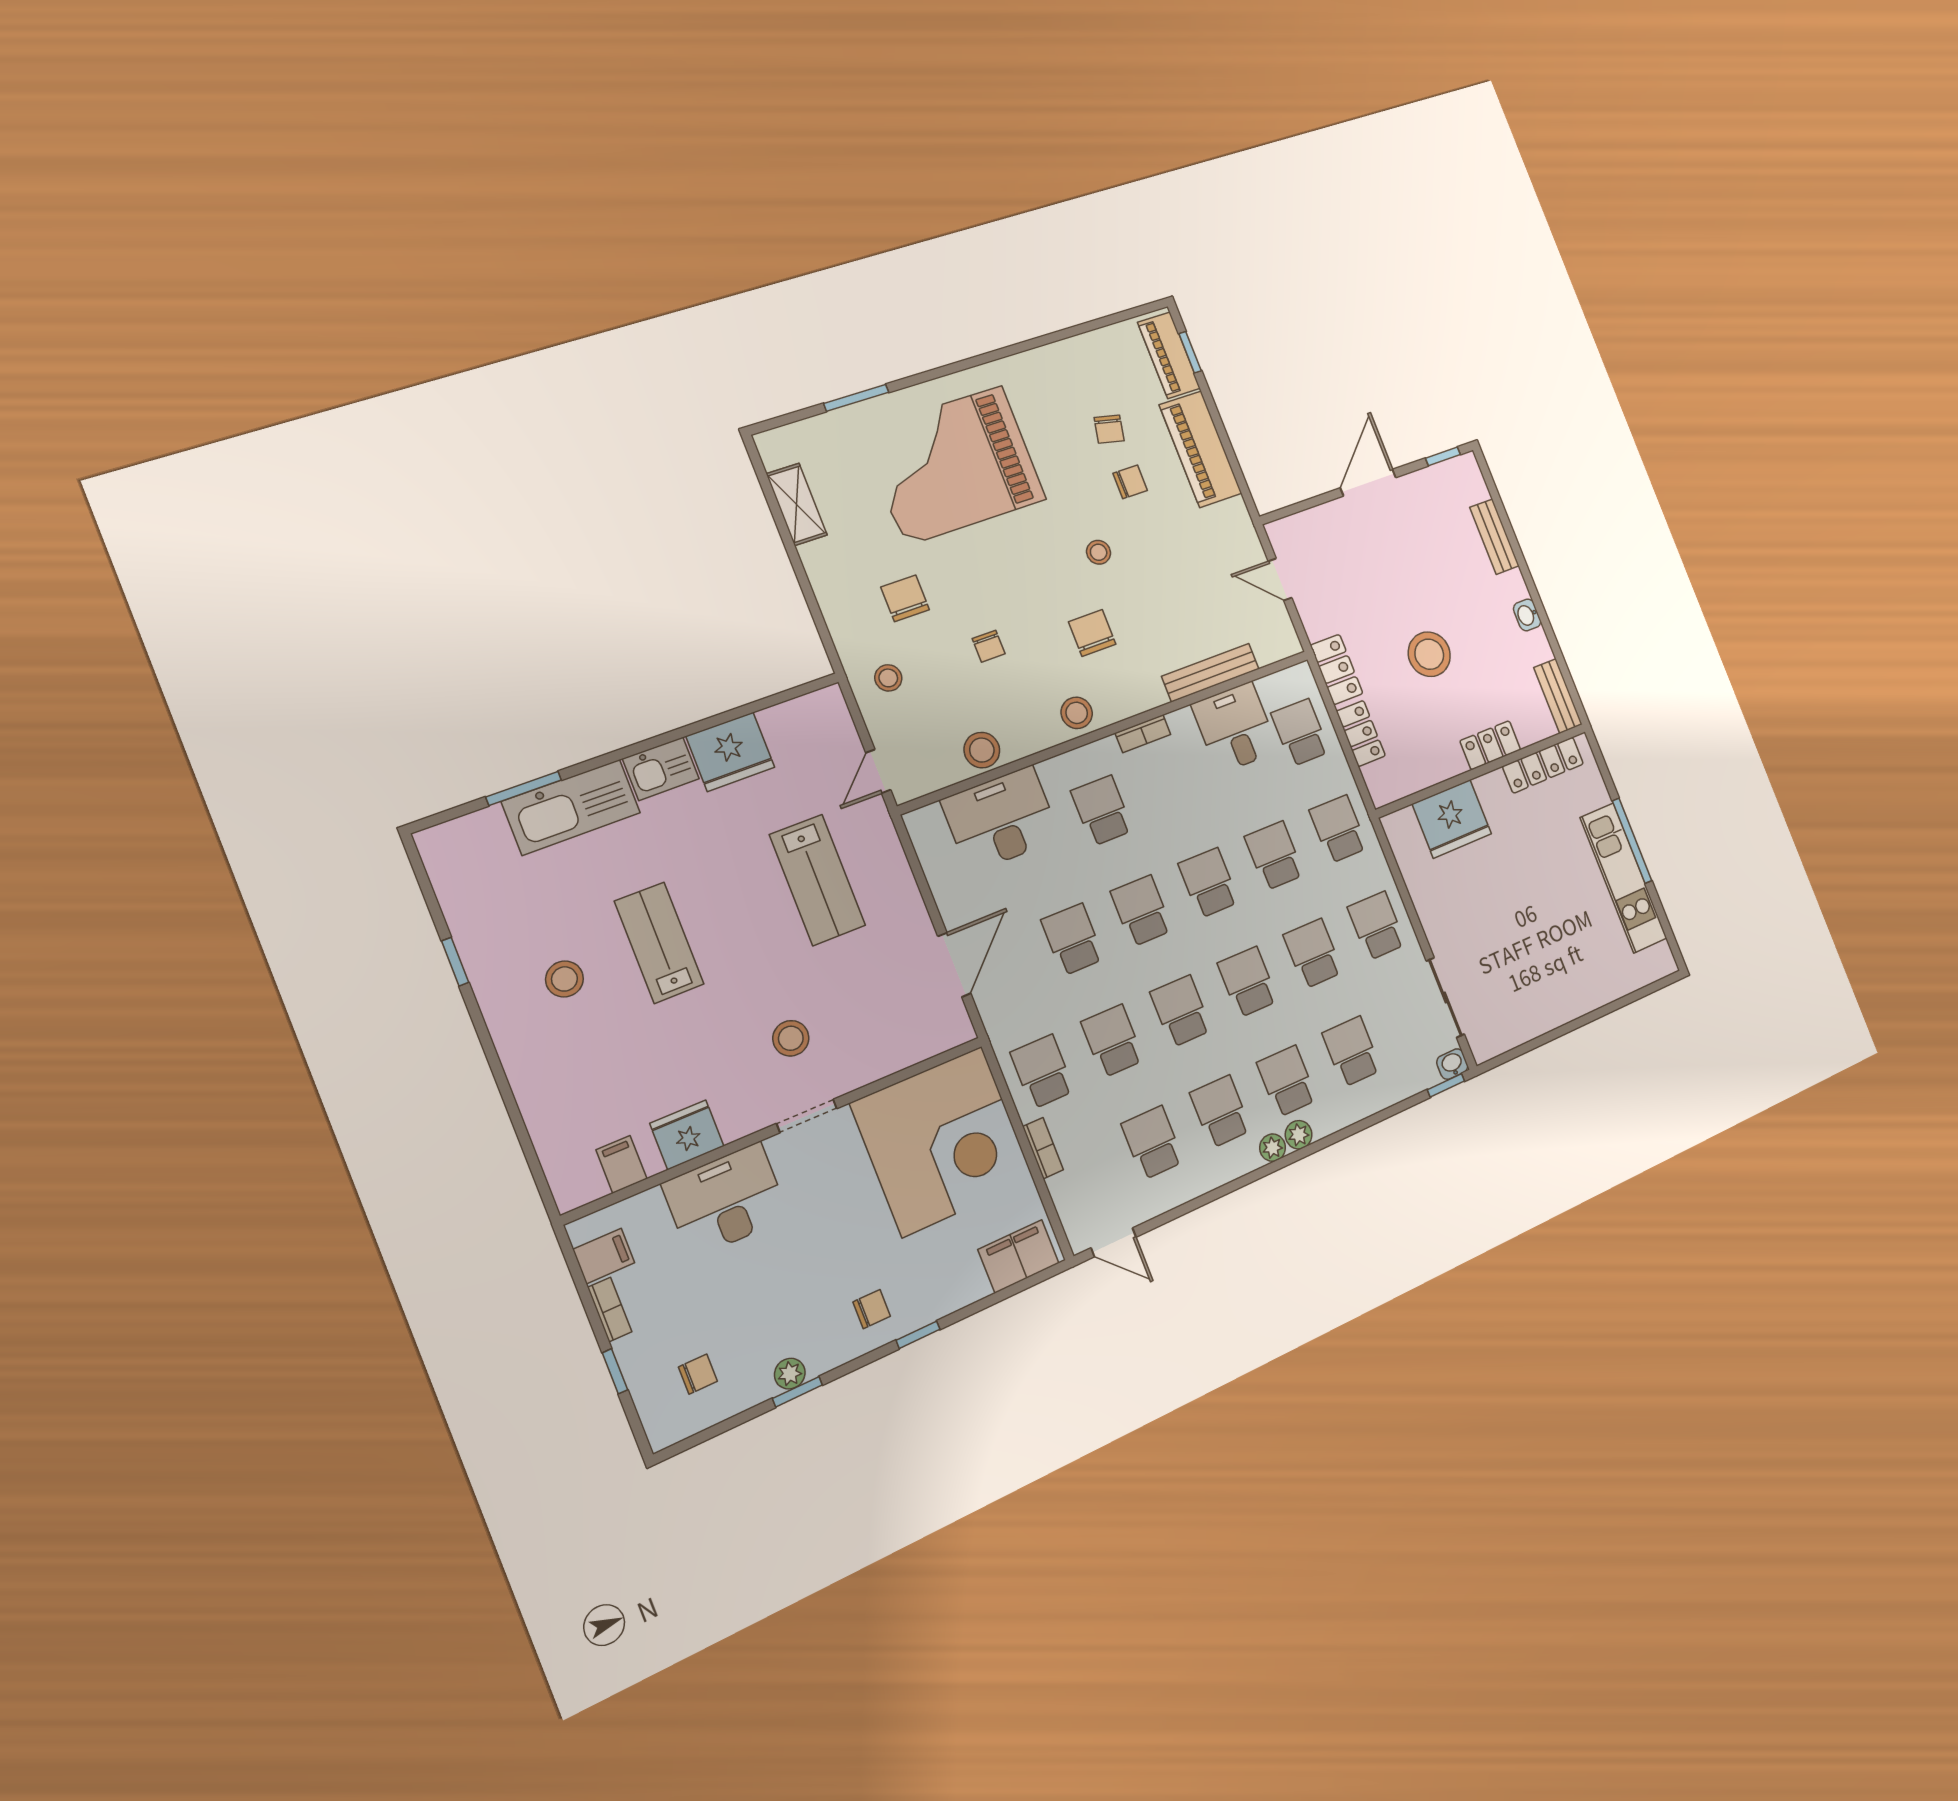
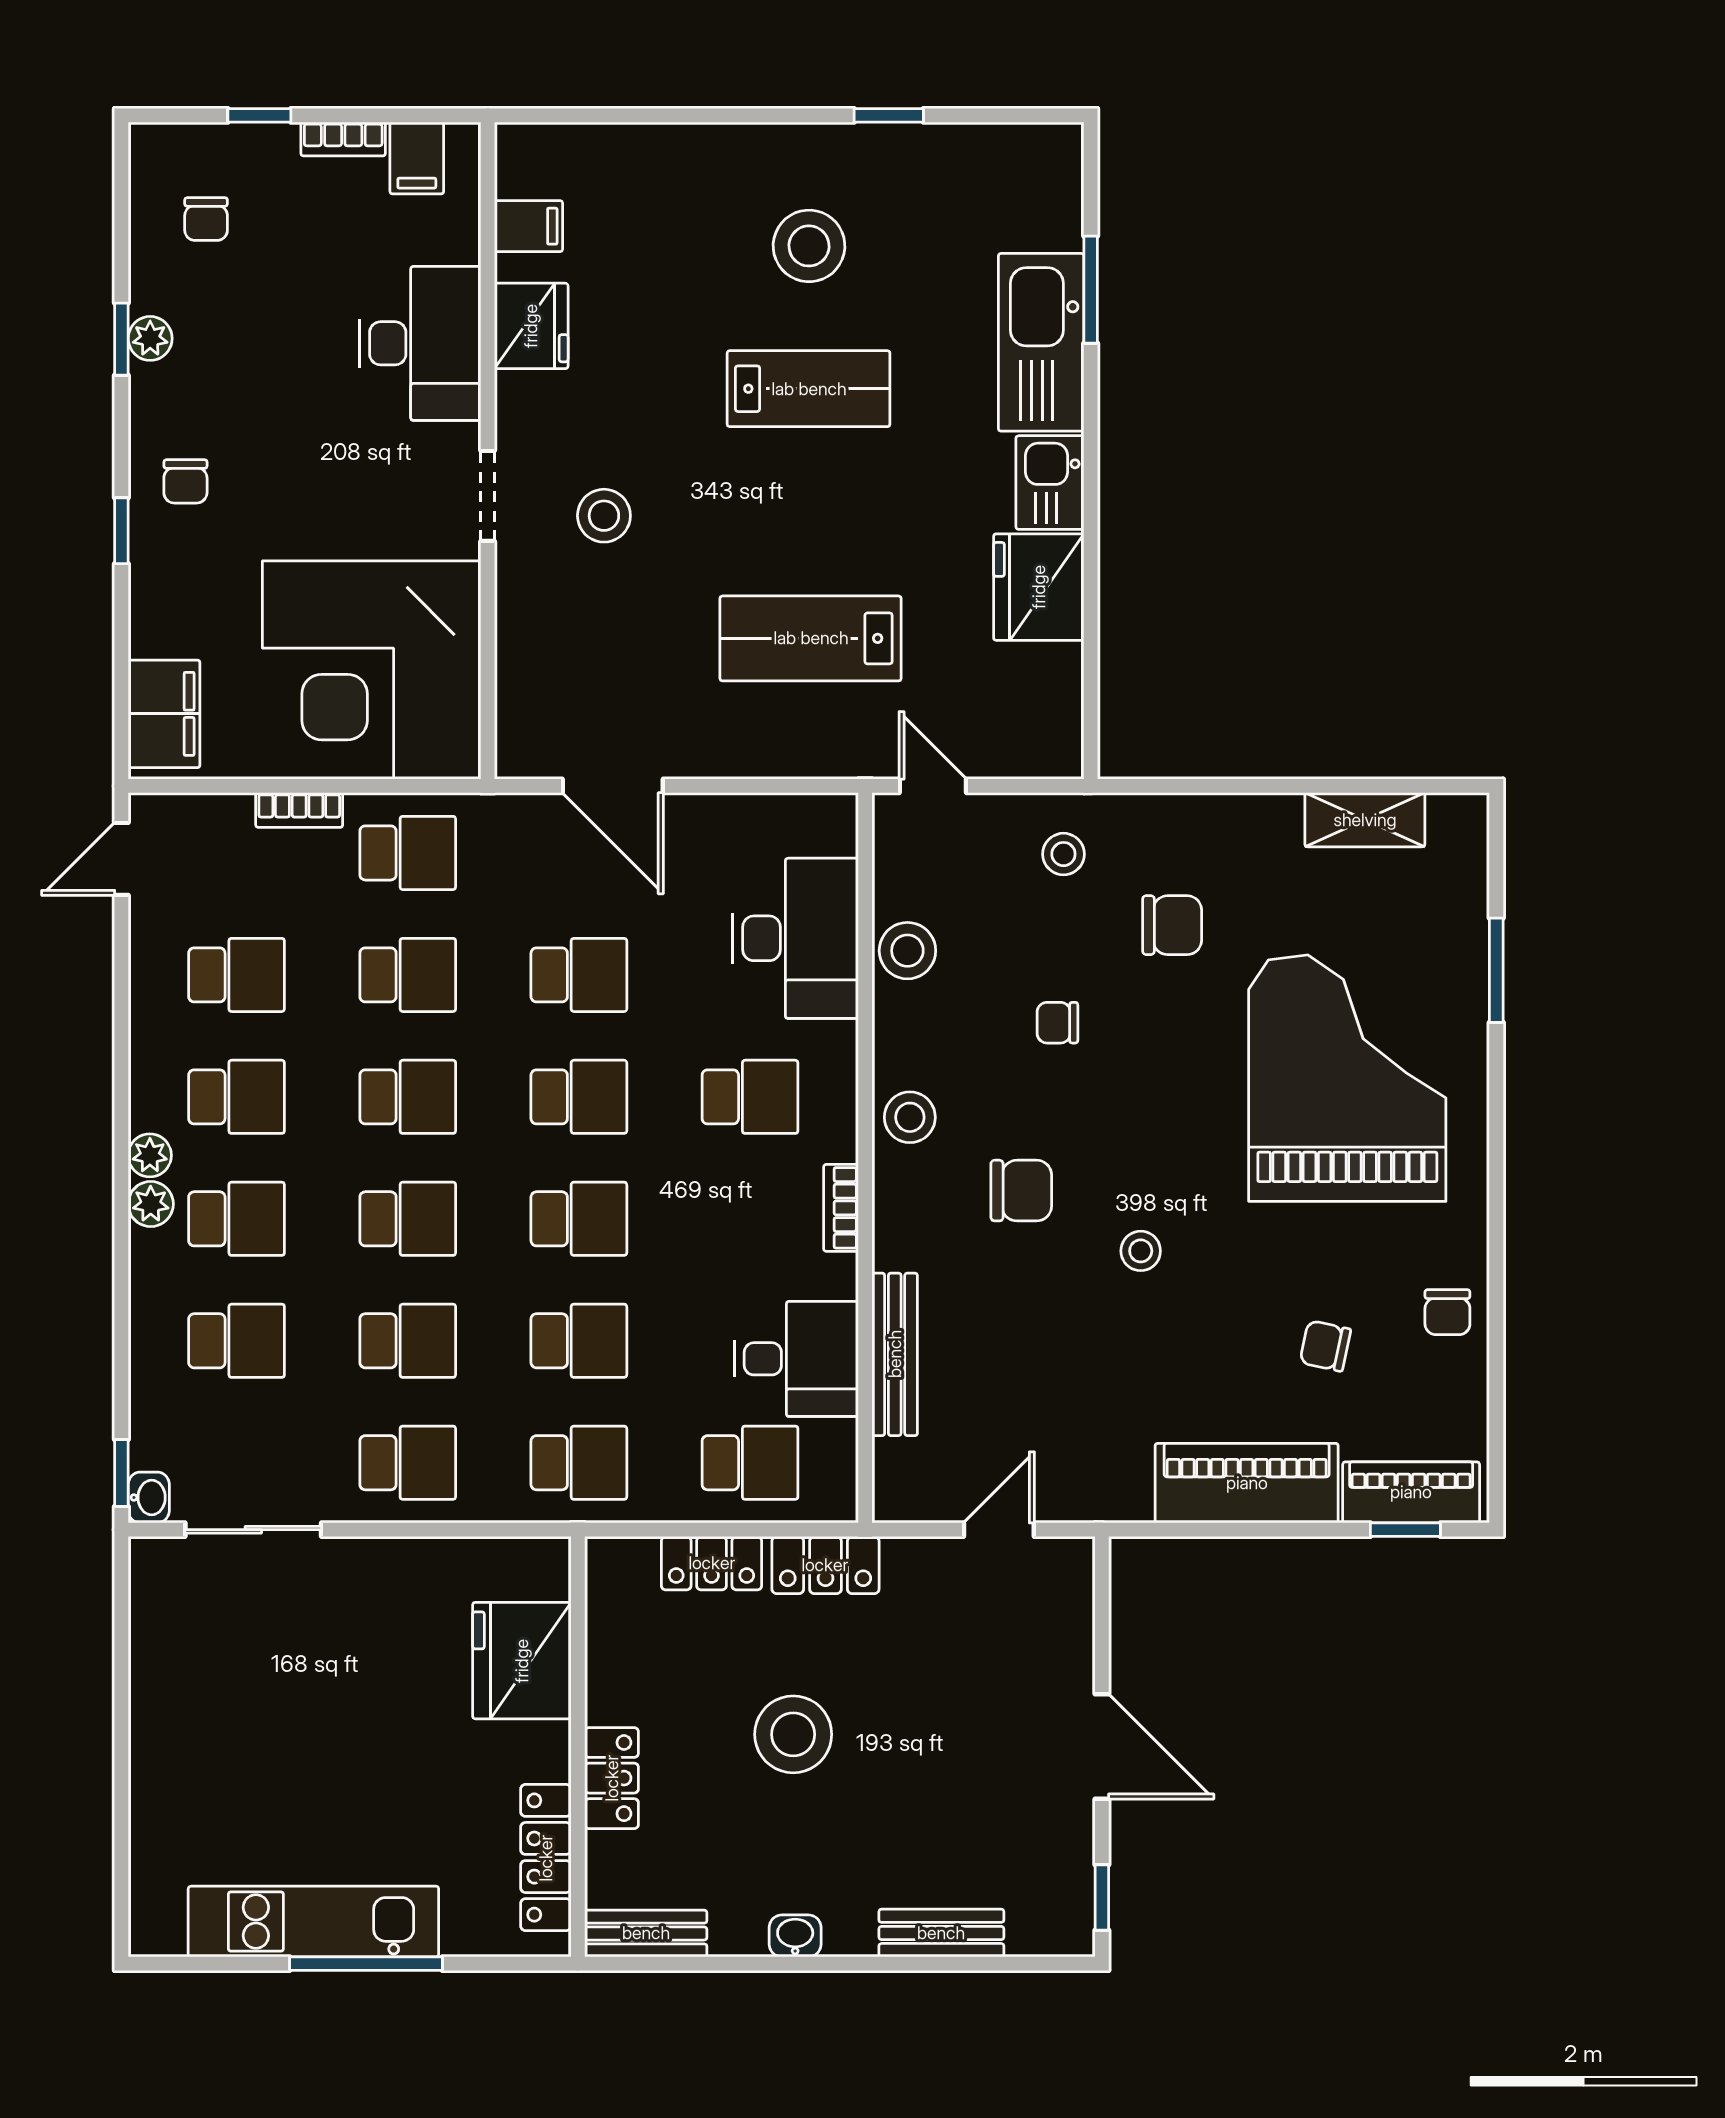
chair: (1130, 482) -> (1447, 1312), moved
stool: (564, 979) -> (809, 246), width x1.38, depth x1.38

